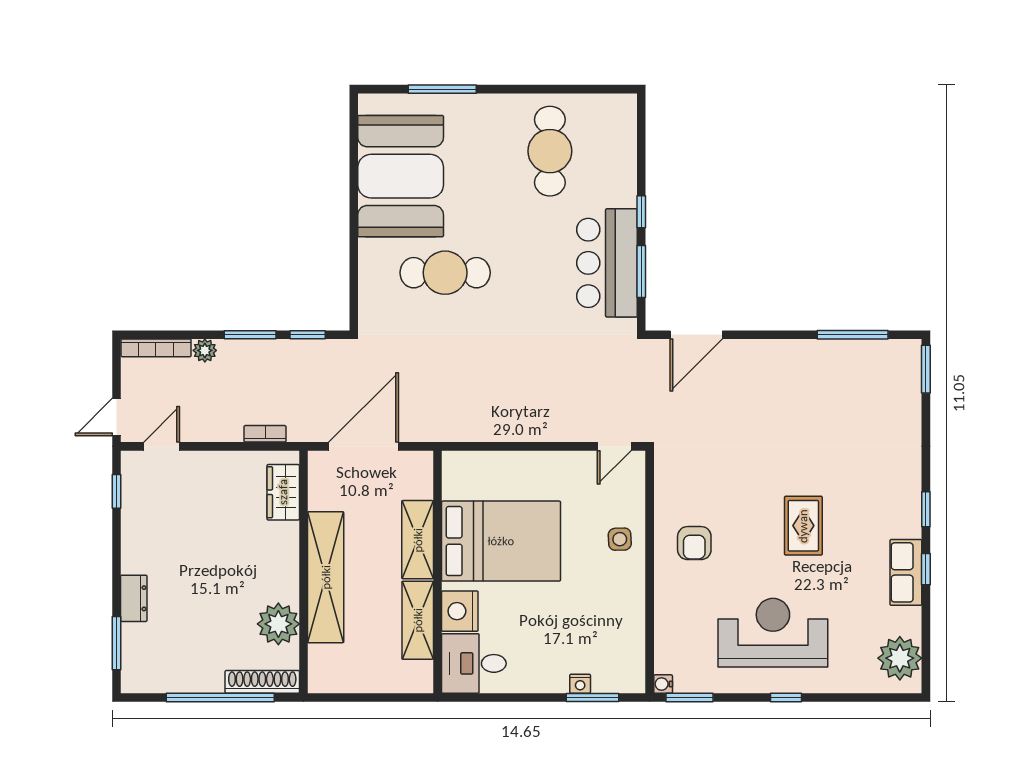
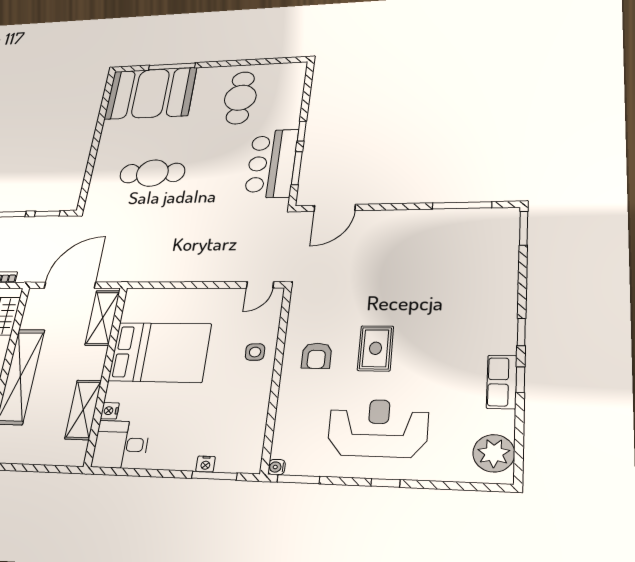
booth: (401, 176) -> (150, 93), moved, turned 90
rug: (803, 526) -> (376, 348), moved
shelving: (418, 540) -> (102, 318), moved
nightstand: (460, 611) -> (110, 411), width x0.53, depth x0.56

